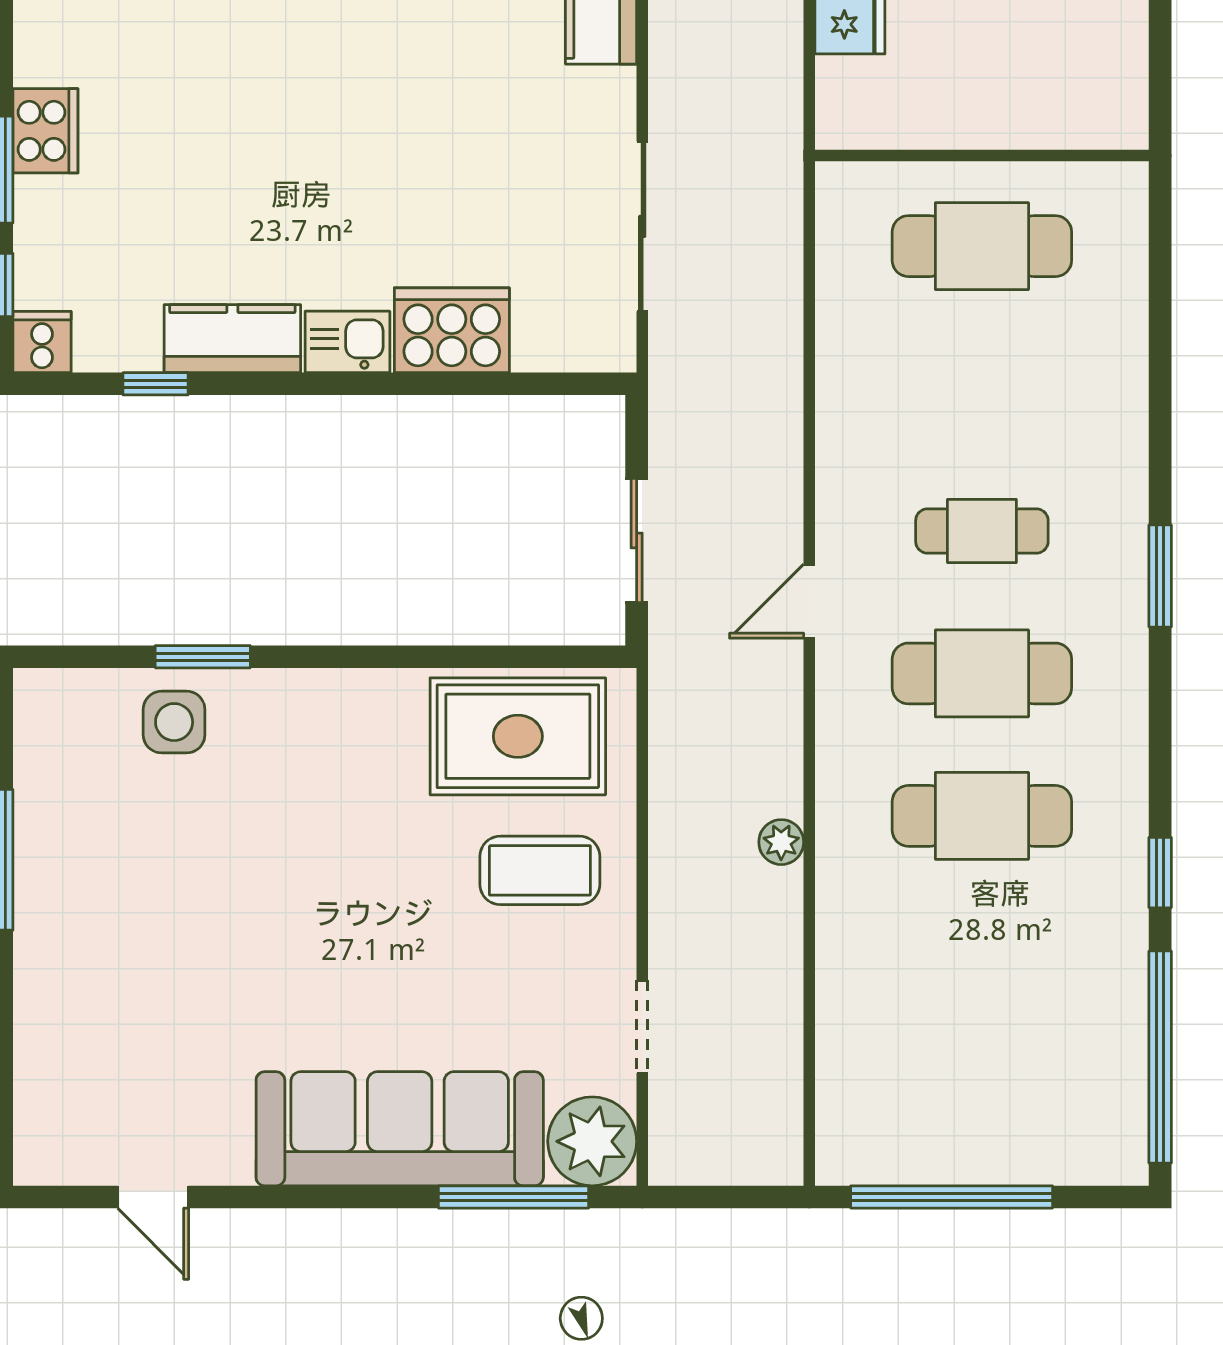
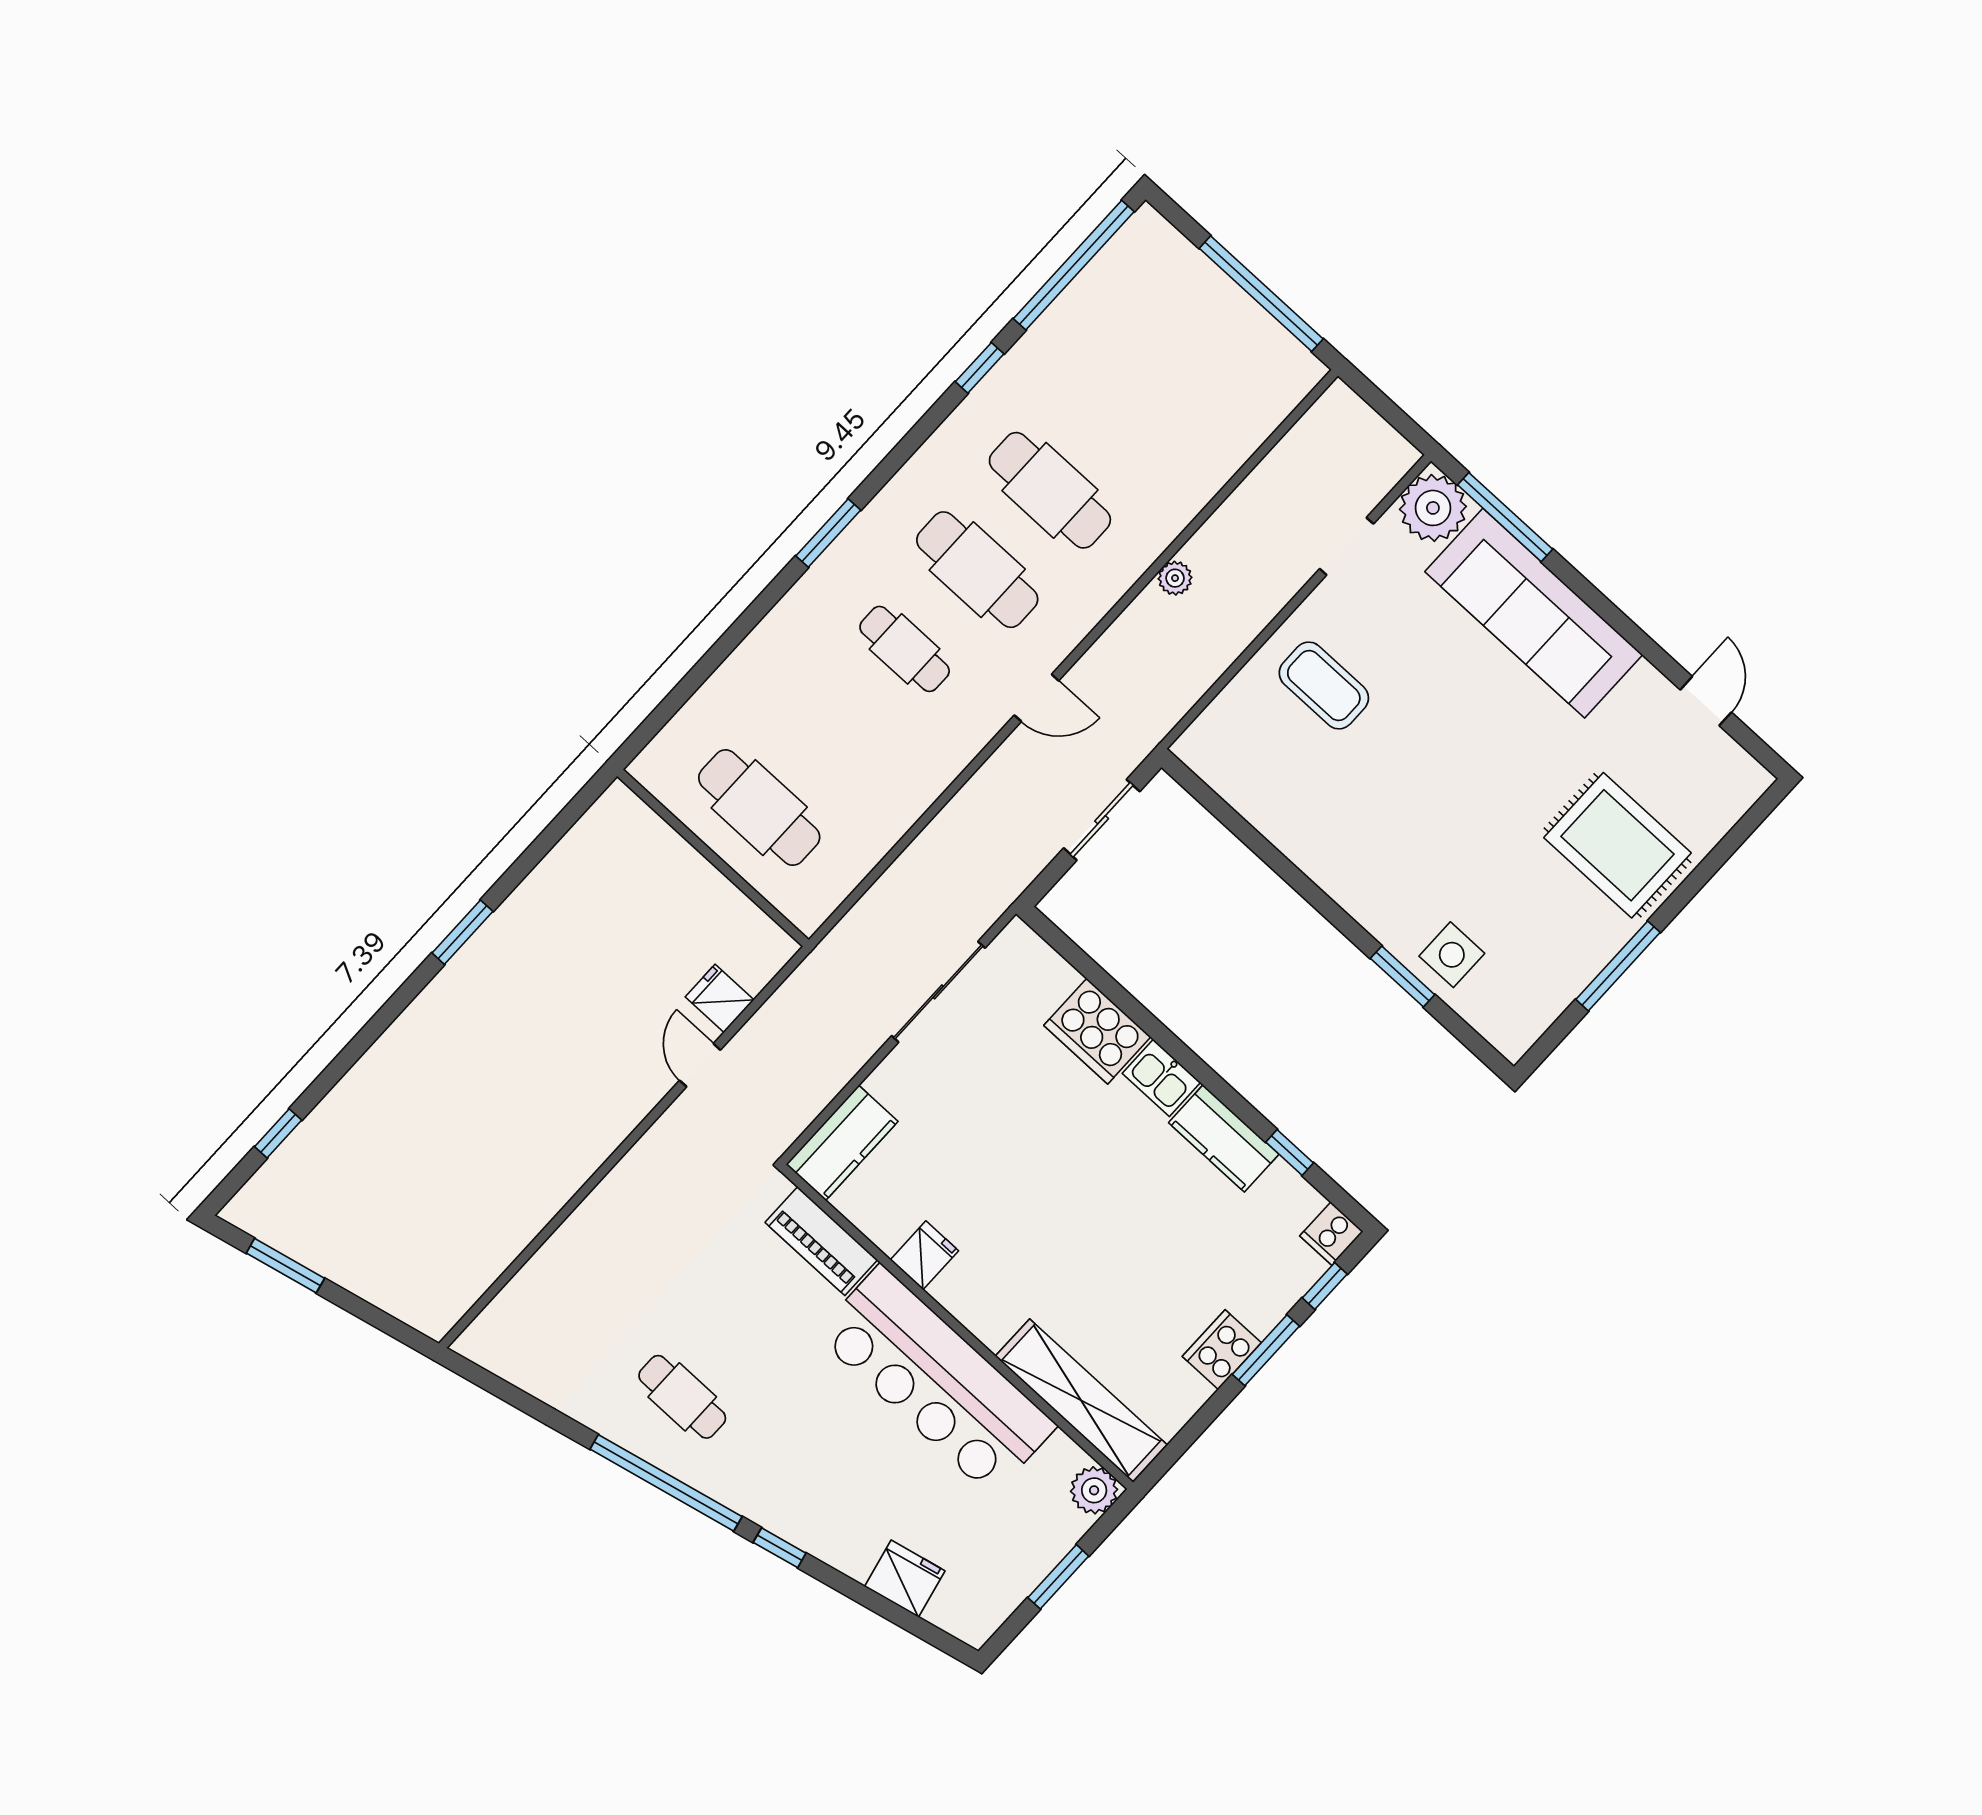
rug: (518, 736) -> (1618, 845), moved

